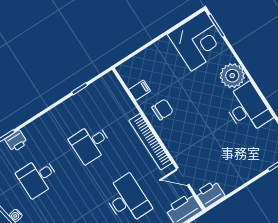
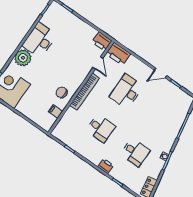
printer: (16, 141) -> (106, 166), moved

